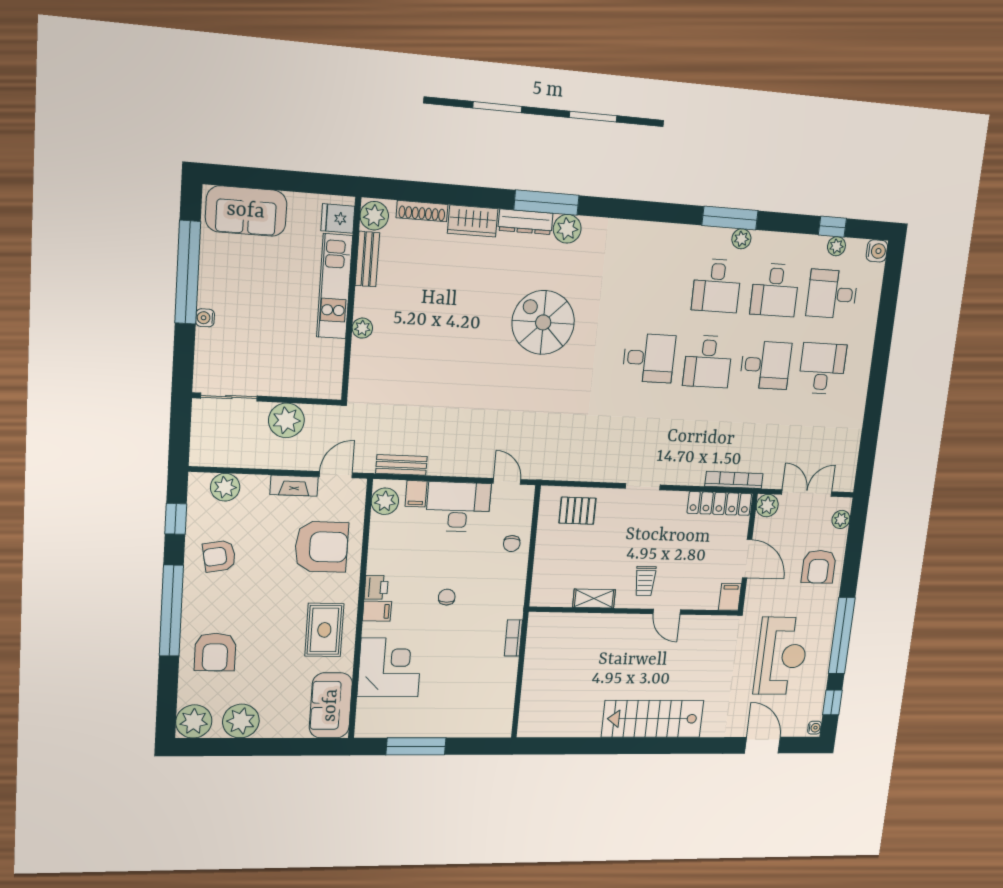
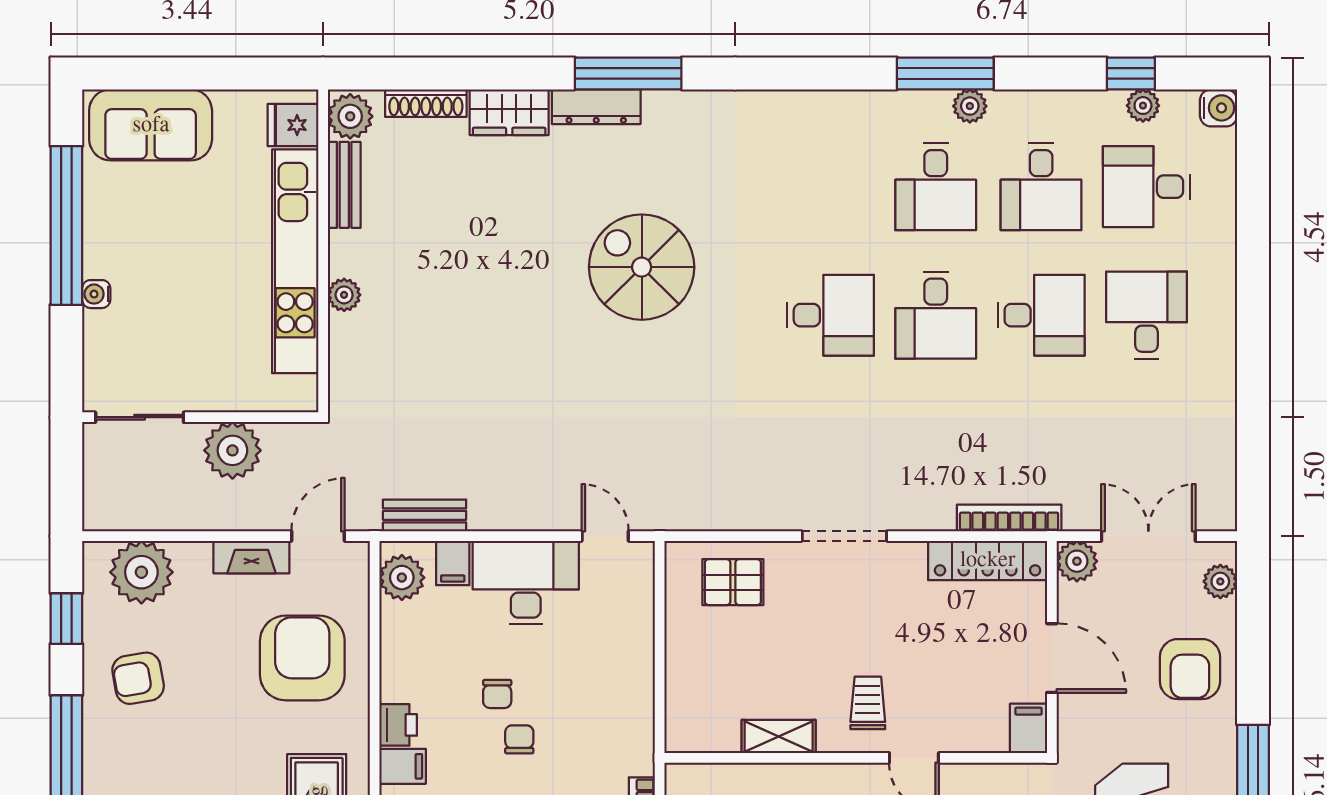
plant: (567, 229) -> (667, 113), removed
kitchen unit: (335, 286) -> (295, 261), width x1.36
plant: (225, 487) -> (141, 572), width x1.36, depth x1.36
doorway: (643, 487) -> (844, 536), width x1.38
chair: (512, 544) -> (497, 694), moved
armchair: (321, 547) -> (302, 658), turned -90
trolley: (645, 581) -> (868, 703), turned 180

